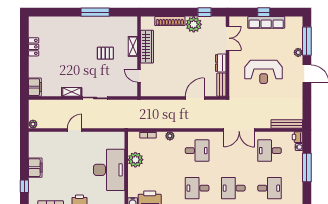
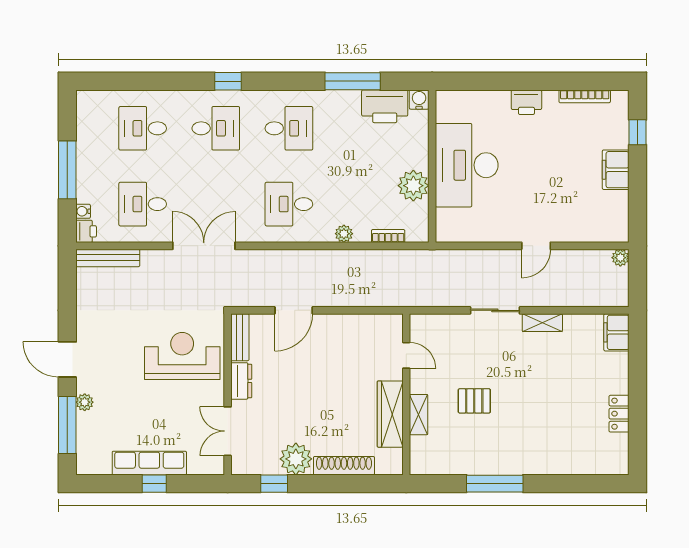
reception desk: (264, 72) -> (182, 356), moved
desk: (269, 151) -> (143, 204), turned 180

